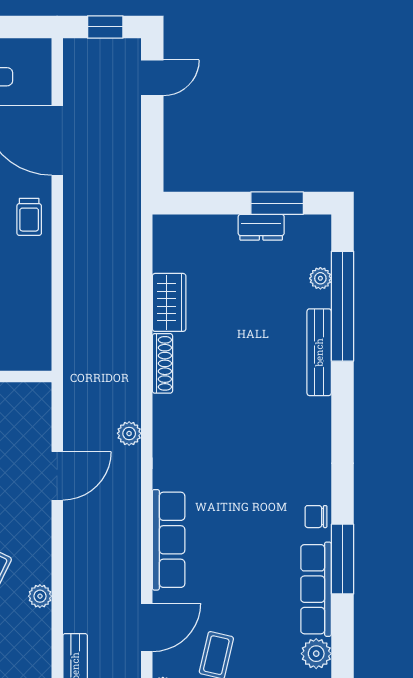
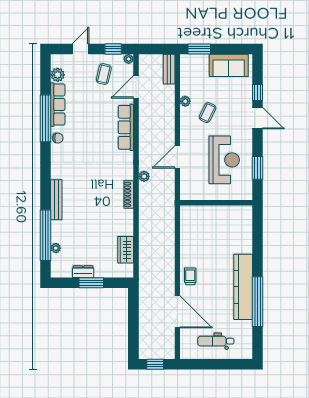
door: (152, 78) -> (133, 341), removed
window: (277, 203) -> (91, 283), moved
wardrobe: (169, 302) -> (126, 250), moved
bench: (319, 352) -> (56, 200), moved
shoe rack: (162, 363) -> (129, 194), moved
window: (342, 559) -> (46, 118), width x1.46

